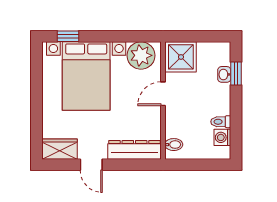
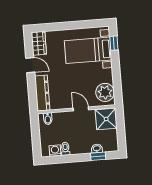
bed with nightstands: (86, 76) -> (88, 50), width x0.73
door: (91, 165) -> (30, 65), swing flipped

